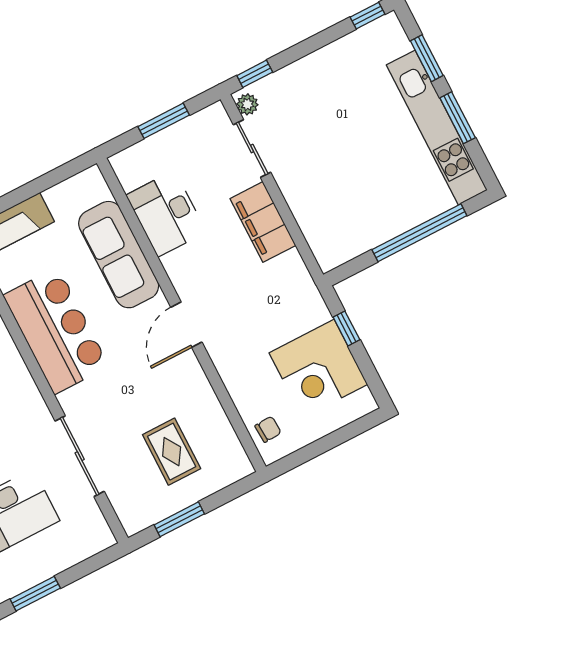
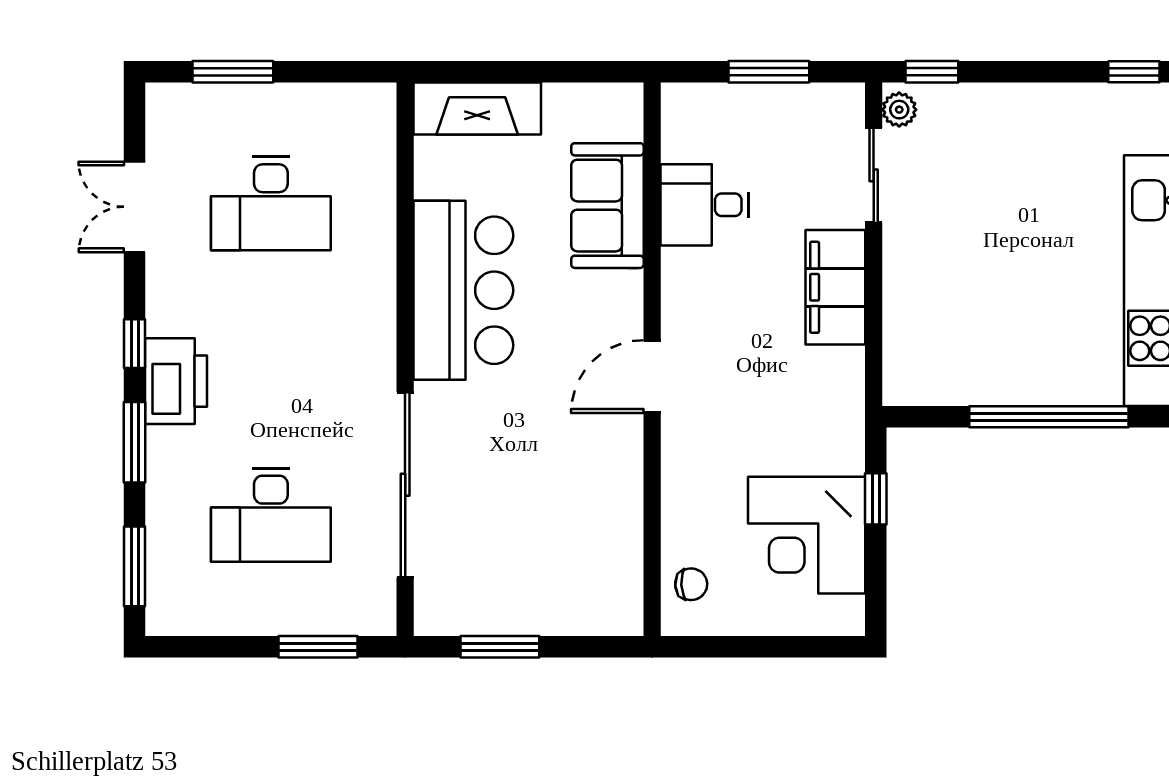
desk: (166, 214) -> (705, 205), width x0.73
sofa: (119, 255) -> (607, 206), width x0.73
rug: (172, 452) -> (538, 545), removed
sliding door: (80, 456) -> (405, 485), width x1.36
window: (35, 594) -> (318, 647), moved

